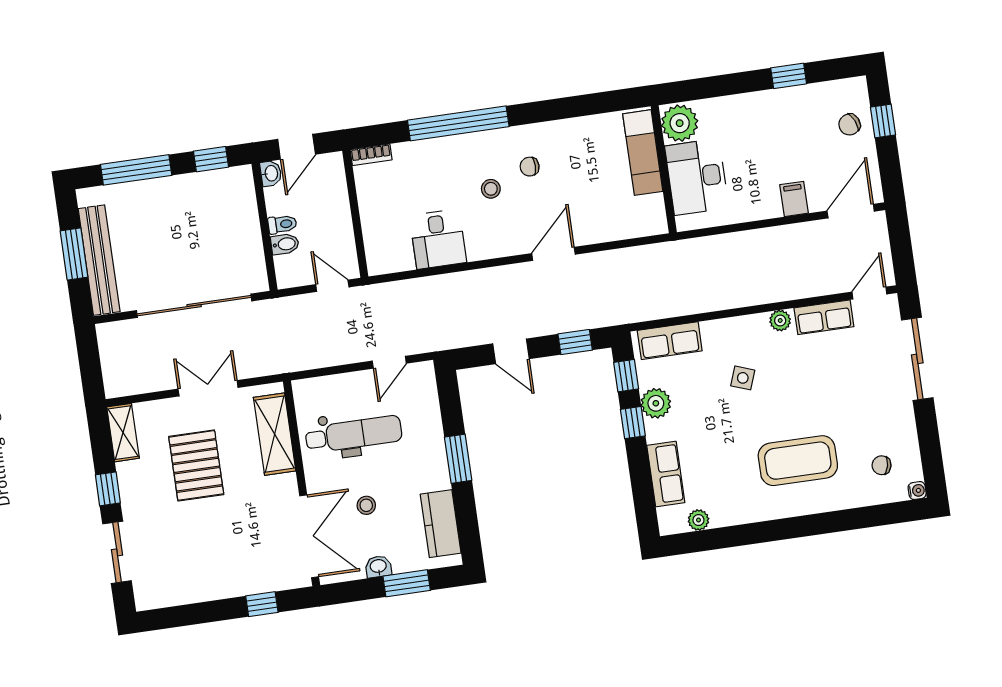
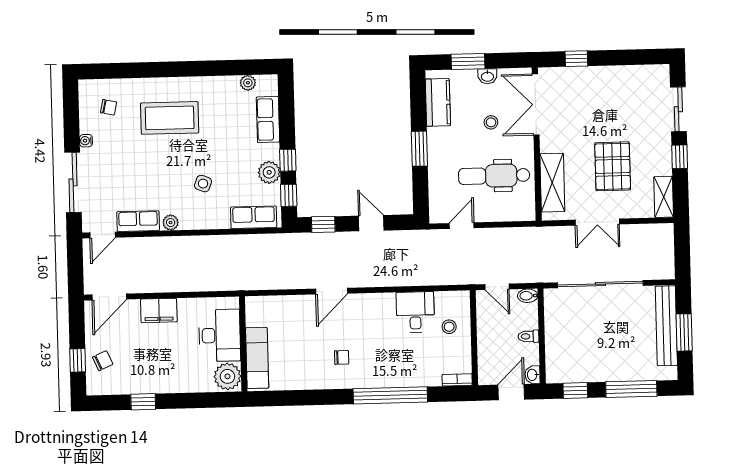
stool: (491, 189) -> (449, 327), moved
filing cabinet: (794, 199) -> (159, 310), width x2.00
bidet: (285, 244) -> (528, 296), moved
water cooler: (917, 491) -> (86, 141), moved

